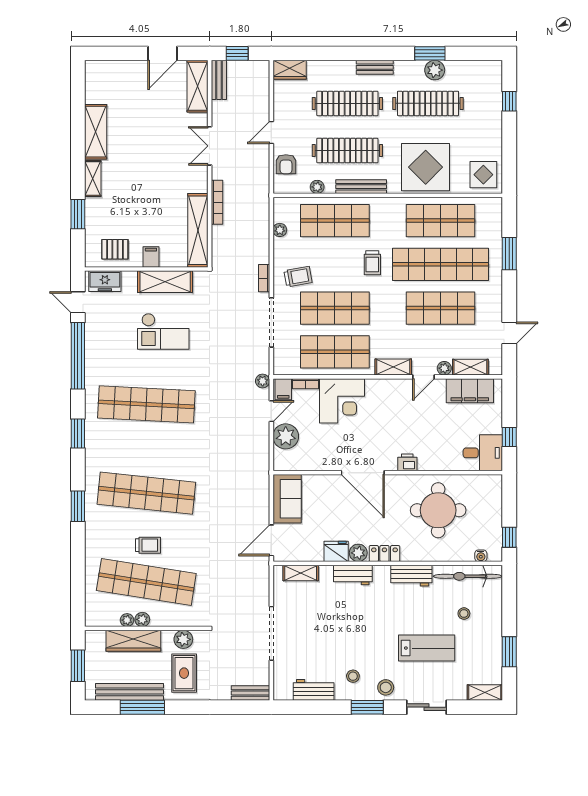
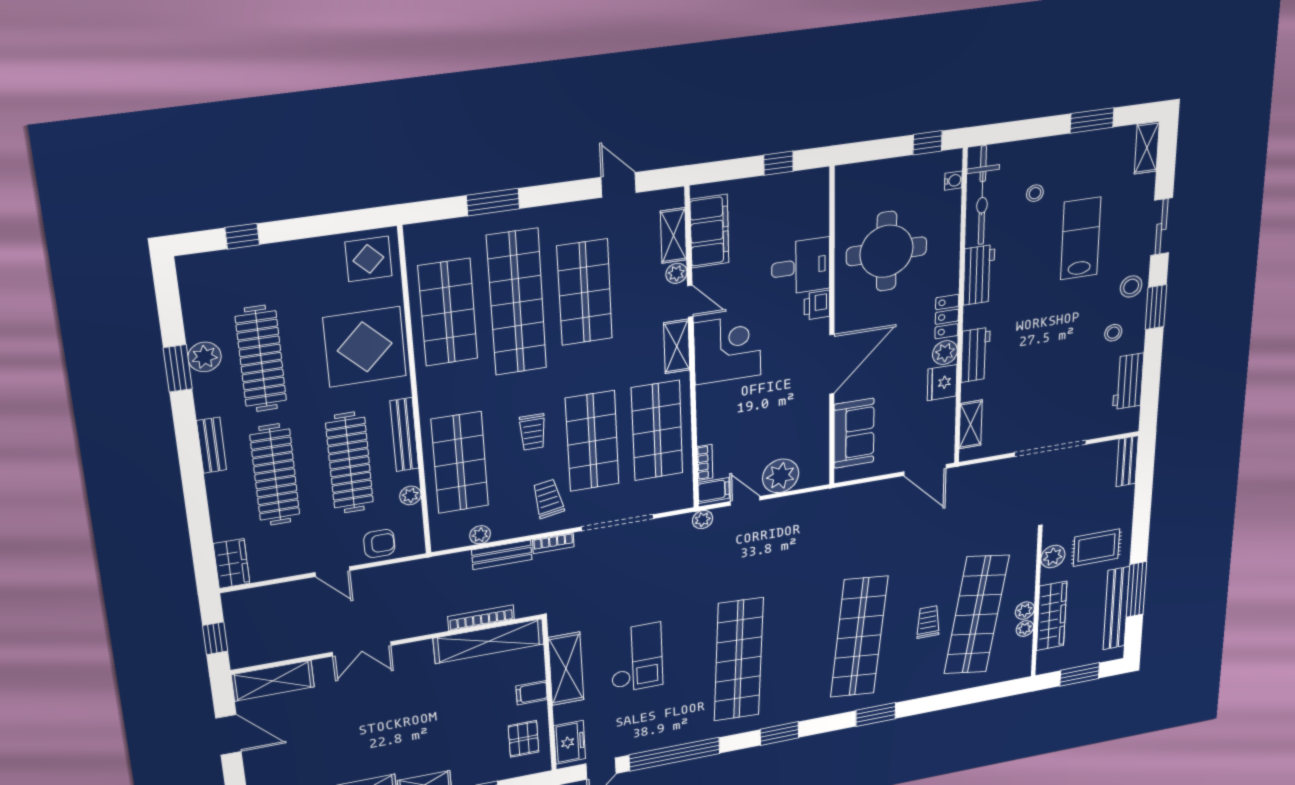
bench: (219, 80) -> (502, 555), moved
bookcase: (217, 202) -> (481, 618), moved
trolley: (372, 263) -> (533, 432), moved, turned 90
corner desk: (342, 401) -> (727, 349), moved
desk: (483, 453) -> (801, 267), moved, turned 90
sofa: (287, 499) -> (854, 433), moved, turned 90

